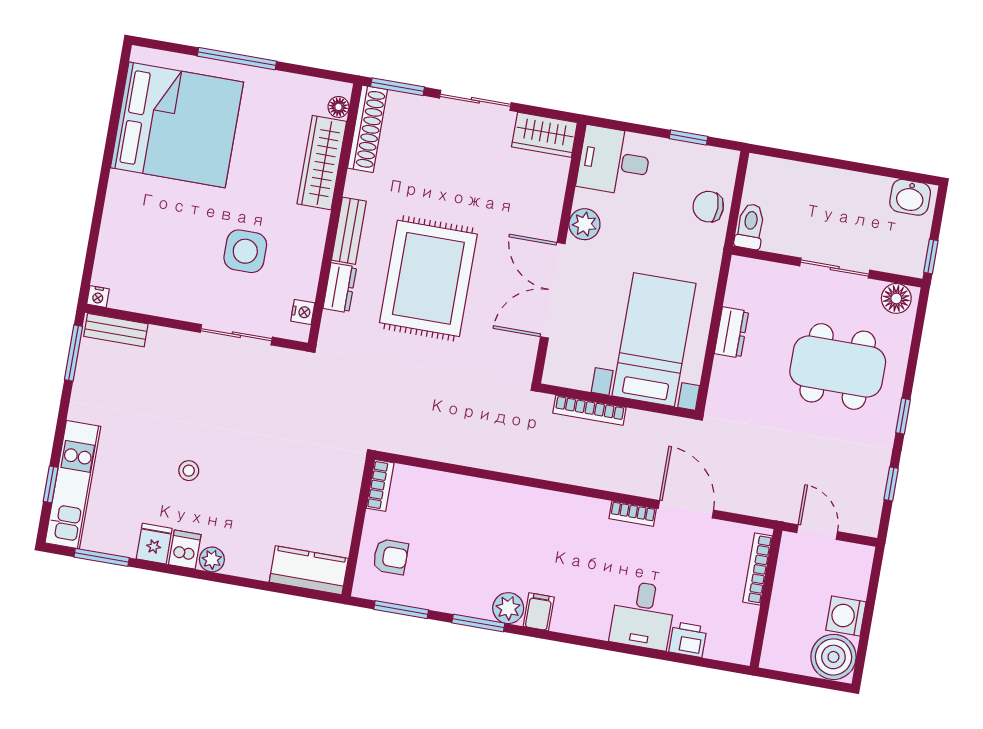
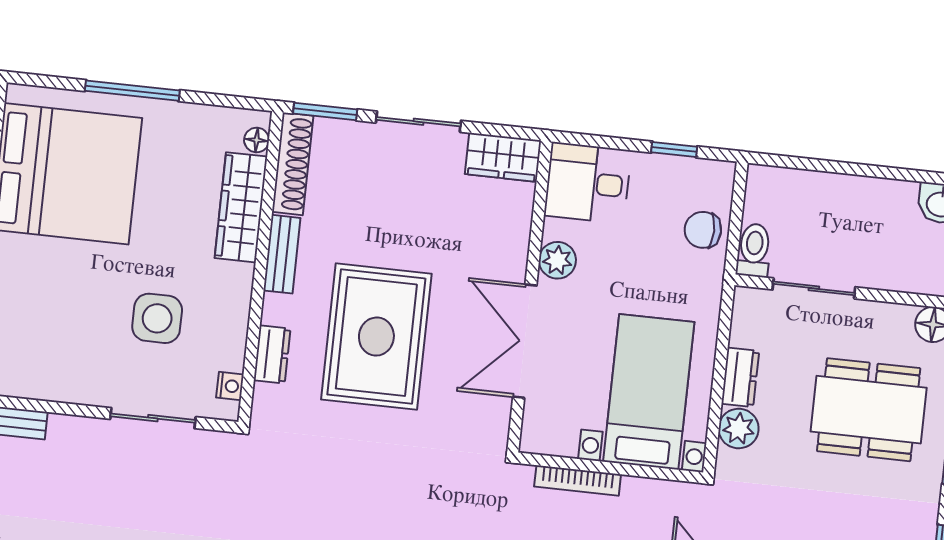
bench: (349, 231) -> (282, 254), moved
sliding door: (835, 268) -> (814, 288), moved
plant: (727, 375) -> (739, 429), added

